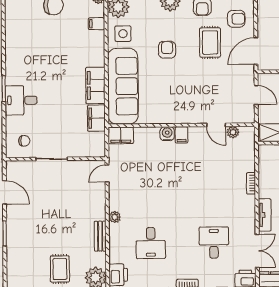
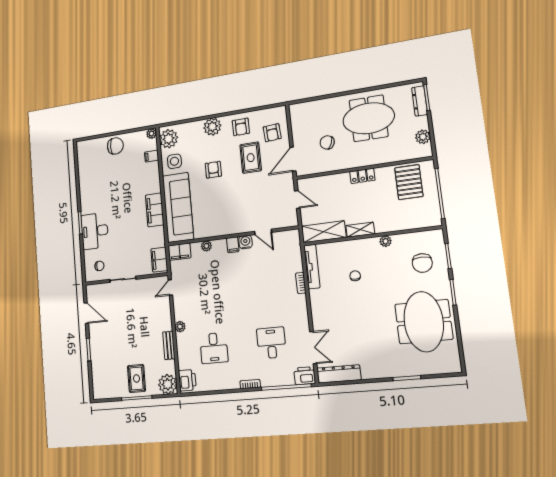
armchair: (236, 19) -> (272, 133), turned 86
desk: (21, 100) -> (95, 231), width x1.37
filing cabinet: (96, 118) -> (159, 260), moved
plant: (233, 132) -> (206, 246), moved
water cooler: (167, 134) -> (245, 242), moved
tv unit: (265, 215) -> (312, 267), moved, width x1.41

